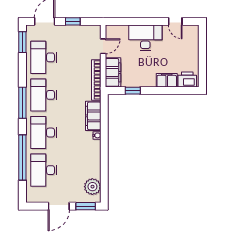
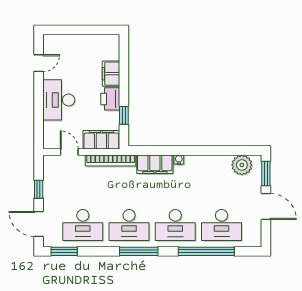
printer: (187, 80) -> (110, 99), moved

